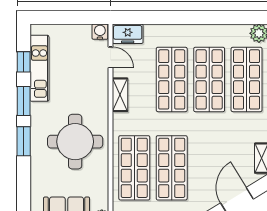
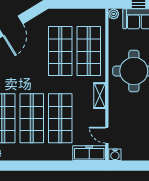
freezer: (128, 34) -> (89, 153), width x1.40
shelving: (120, 95) -> (100, 96), moved

